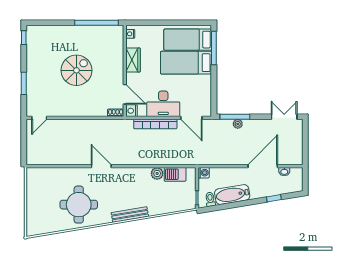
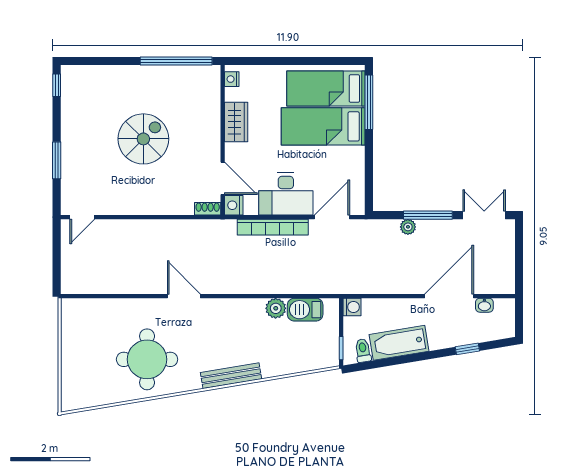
window: (235, 117) -> (428, 215), moved
door: (191, 118) -> (332, 217), swing flipped

